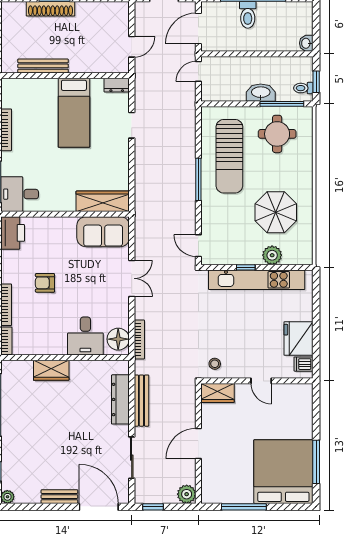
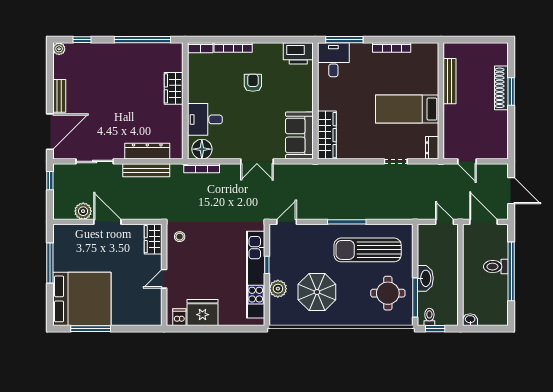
plant: (187, 494) -> (83, 211), moved

